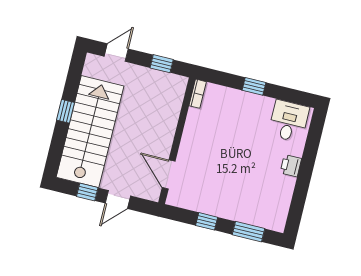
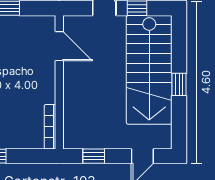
bookcase: (198, 94) -> (50, 127), width x1.56

